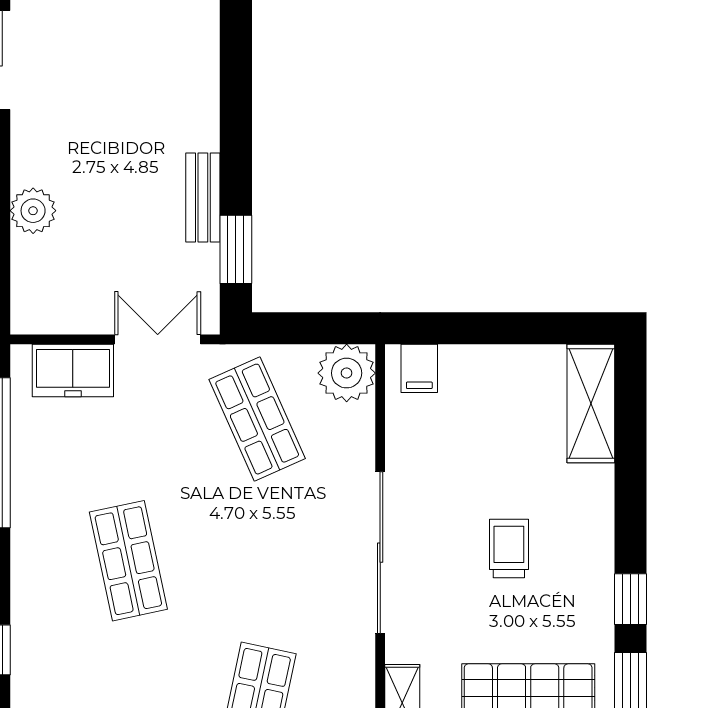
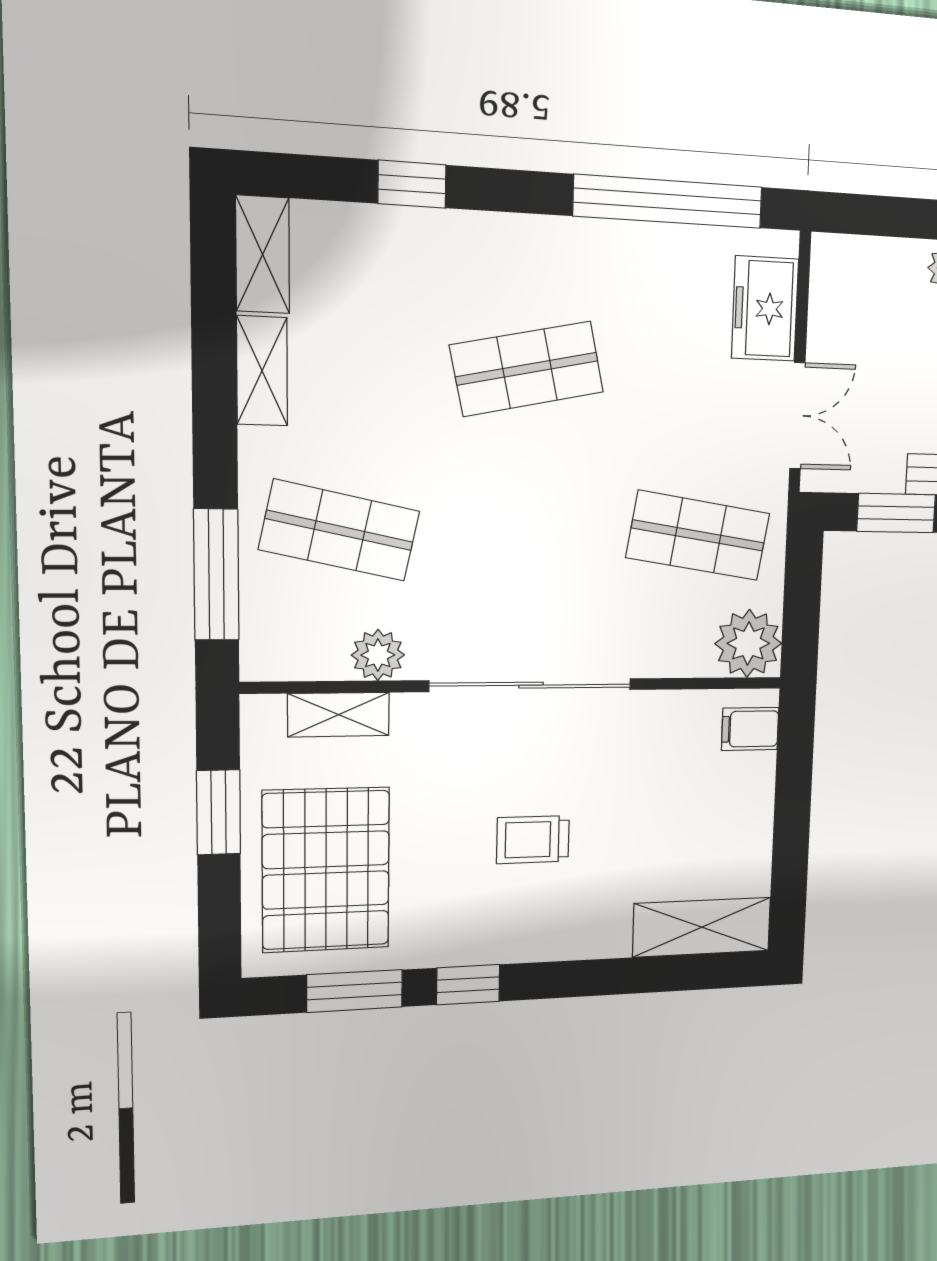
shop shelf: (257, 419) -> (698, 535), turned 33
trolley: (509, 548) -> (533, 840), turned 180
plant: (355, 673) -> (378, 655), added

